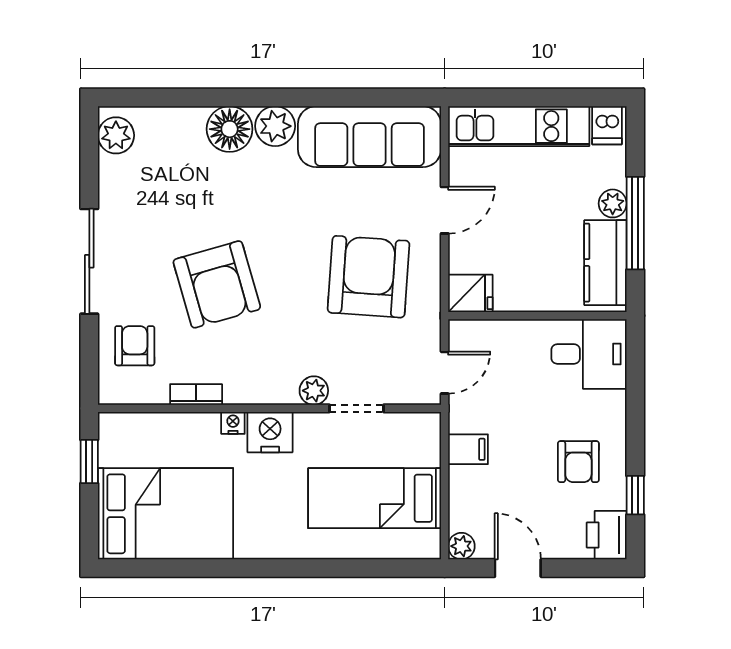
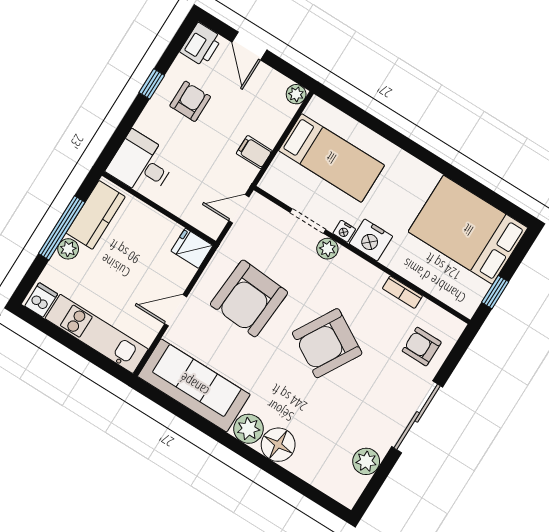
plant: (116, 135) -> (366, 461), moved
armchair: (217, 284) -> (327, 343), moved, turned -134
armchair: (135, 346) -> (422, 347), turned 90
nightstand: (233, 423) -> (344, 231), moved
window: (635, 495) -> (152, 84), moved
door: (518, 568) -> (249, 46), moved

